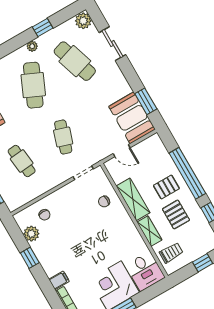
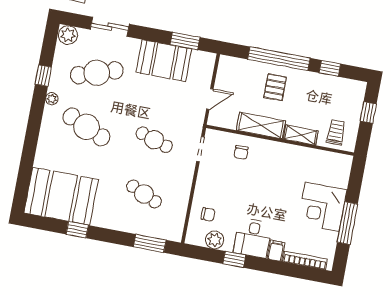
booth: (132, 118) -> (164, 61), moved
cafe table: (22, 161) -> (144, 194), turned 30
pallet: (176, 214) -> (306, 100), removed
desk: (145, 271) -> (253, 238), moved, turned 90

